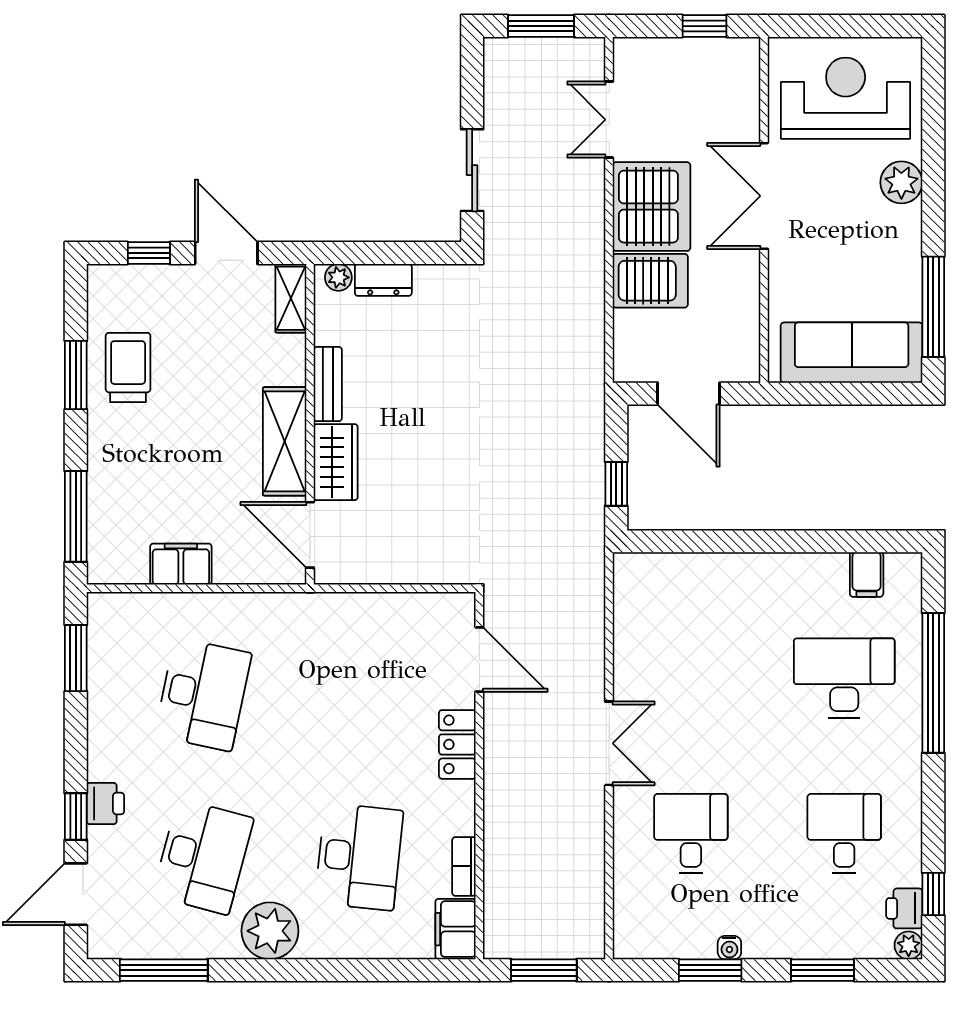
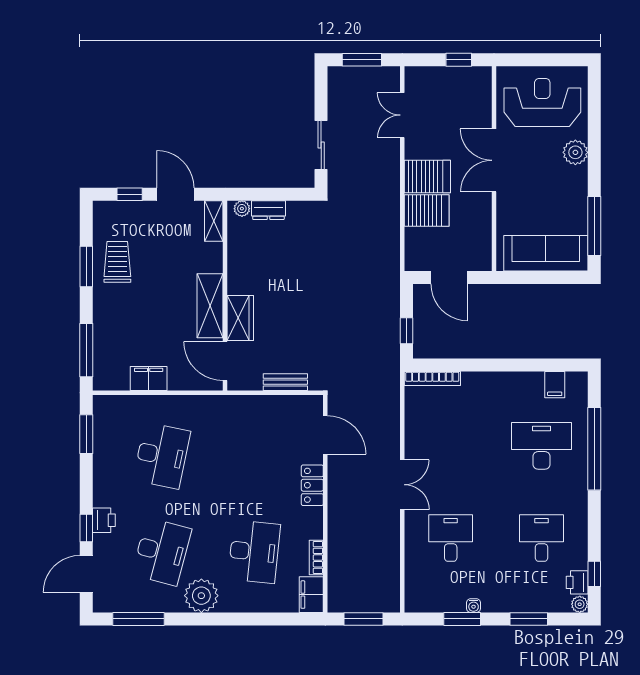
server rack: (651, 207) -> (427, 177), width x0.62
bench: (328, 384) -> (285, 382), moved, turned 90
bookcase: (660, 564) -> (432, 379), added

